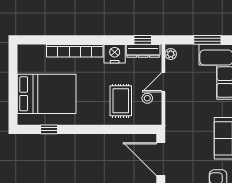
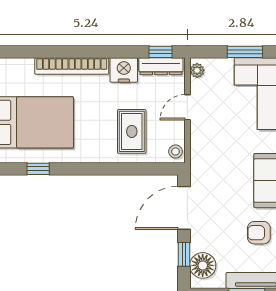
stool: (147, 98) -> (175, 151), moved
door: (161, 159) -> (184, 208), hinge flipped

